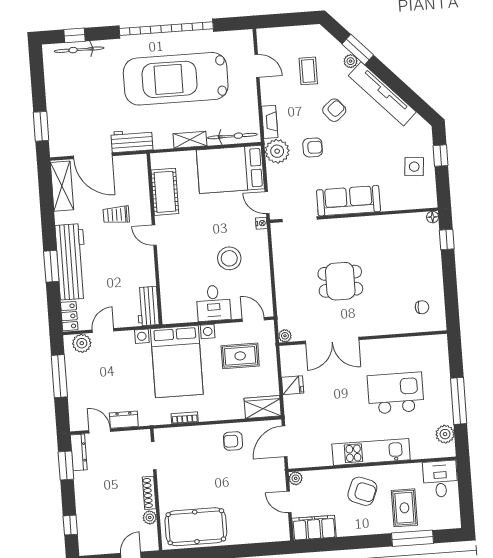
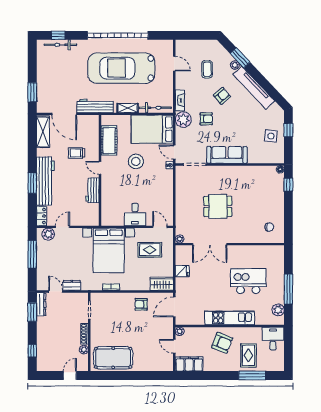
workbench: (132, 141) -> (95, 106), width x1.37
stool: (229, 258) -> (136, 161), moved
workbench: (148, 306) -> (93, 190), moved

